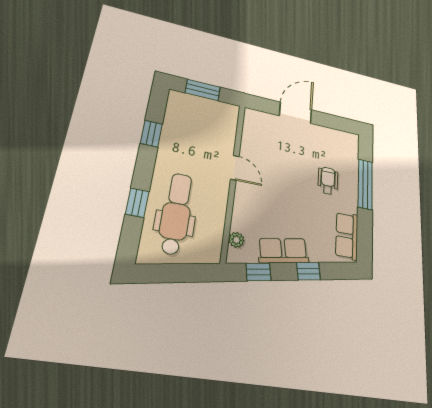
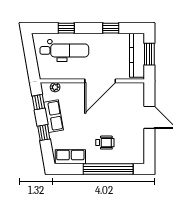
kitchen counter: (202, 107) -> (137, 55), added
door: (235, 168) -> (100, 81), width x1.88
window: (365, 184) -> (108, 169), width x1.46

